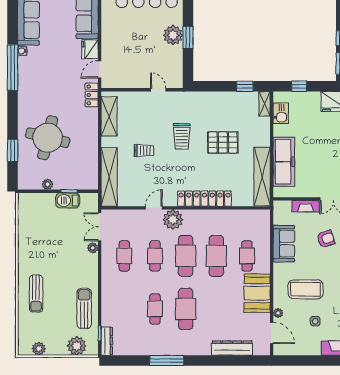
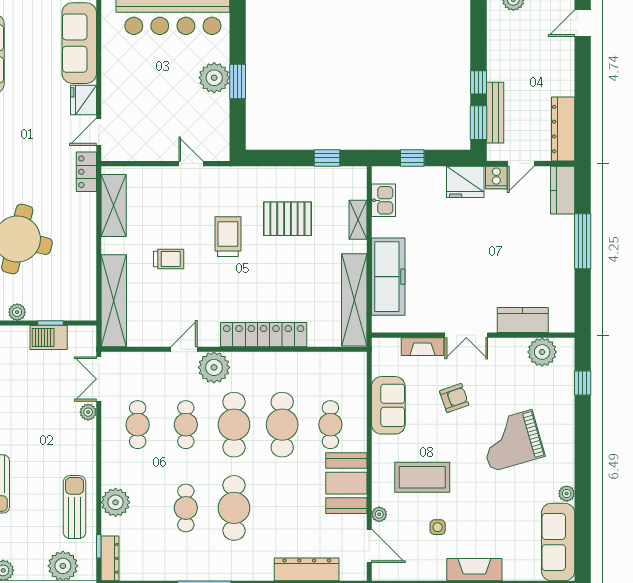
shelving: (265, 104) -> (358, 220), moved
trolley: (182, 136) -> (228, 237), turned 180
pallet: (223, 142) -> (287, 219), moved
plant: (110, 305) -> (116, 502), added

